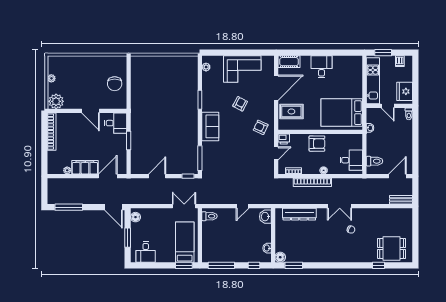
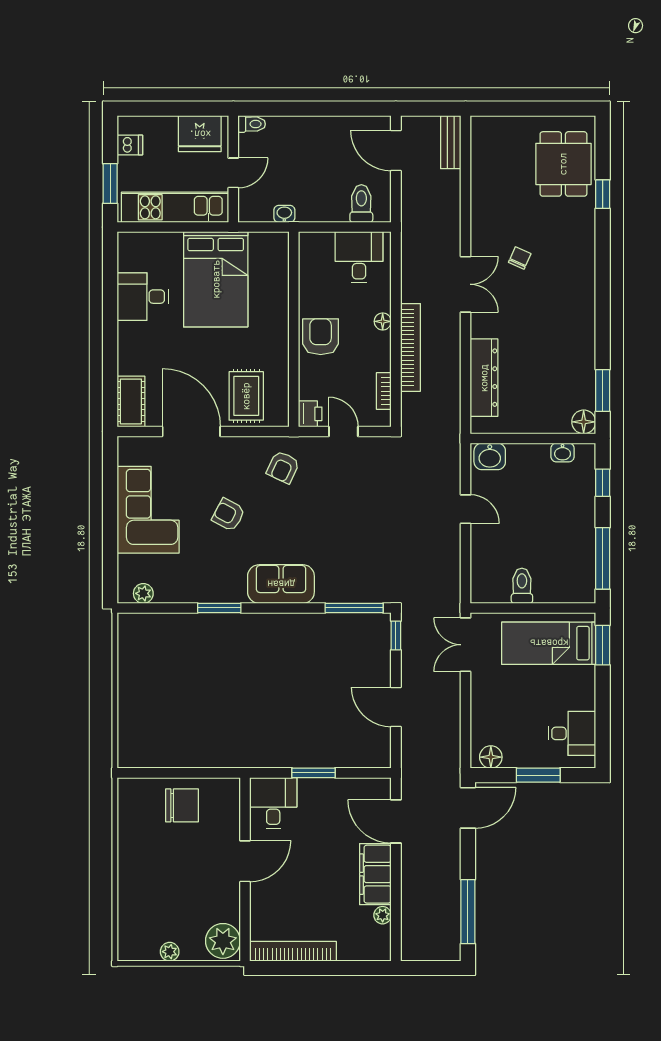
desk: (321, 67) -> (143, 297), moved
bed: (342, 113) -> (216, 279), moved
toilet: (209, 216) -> (522, 586), moved

